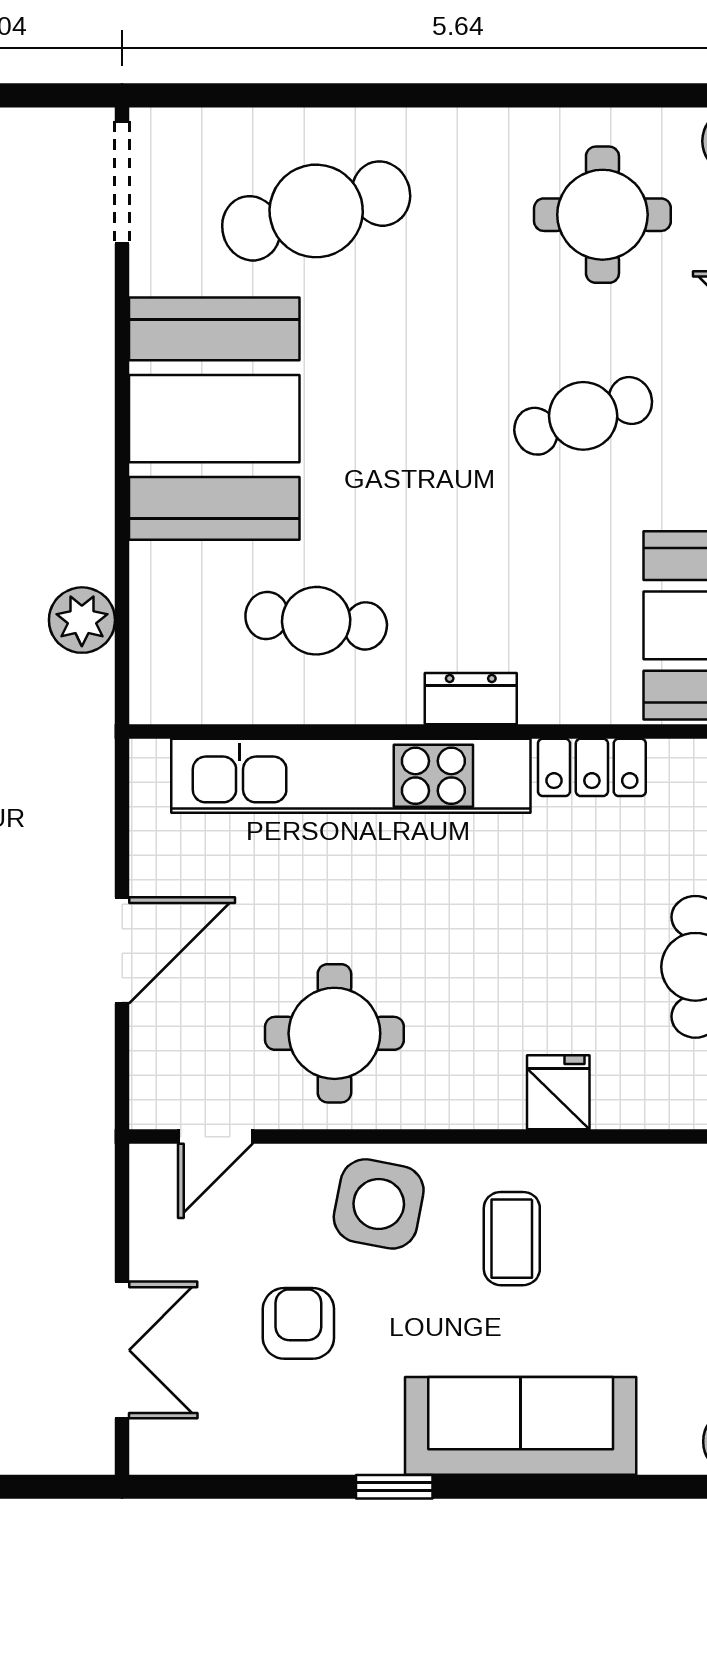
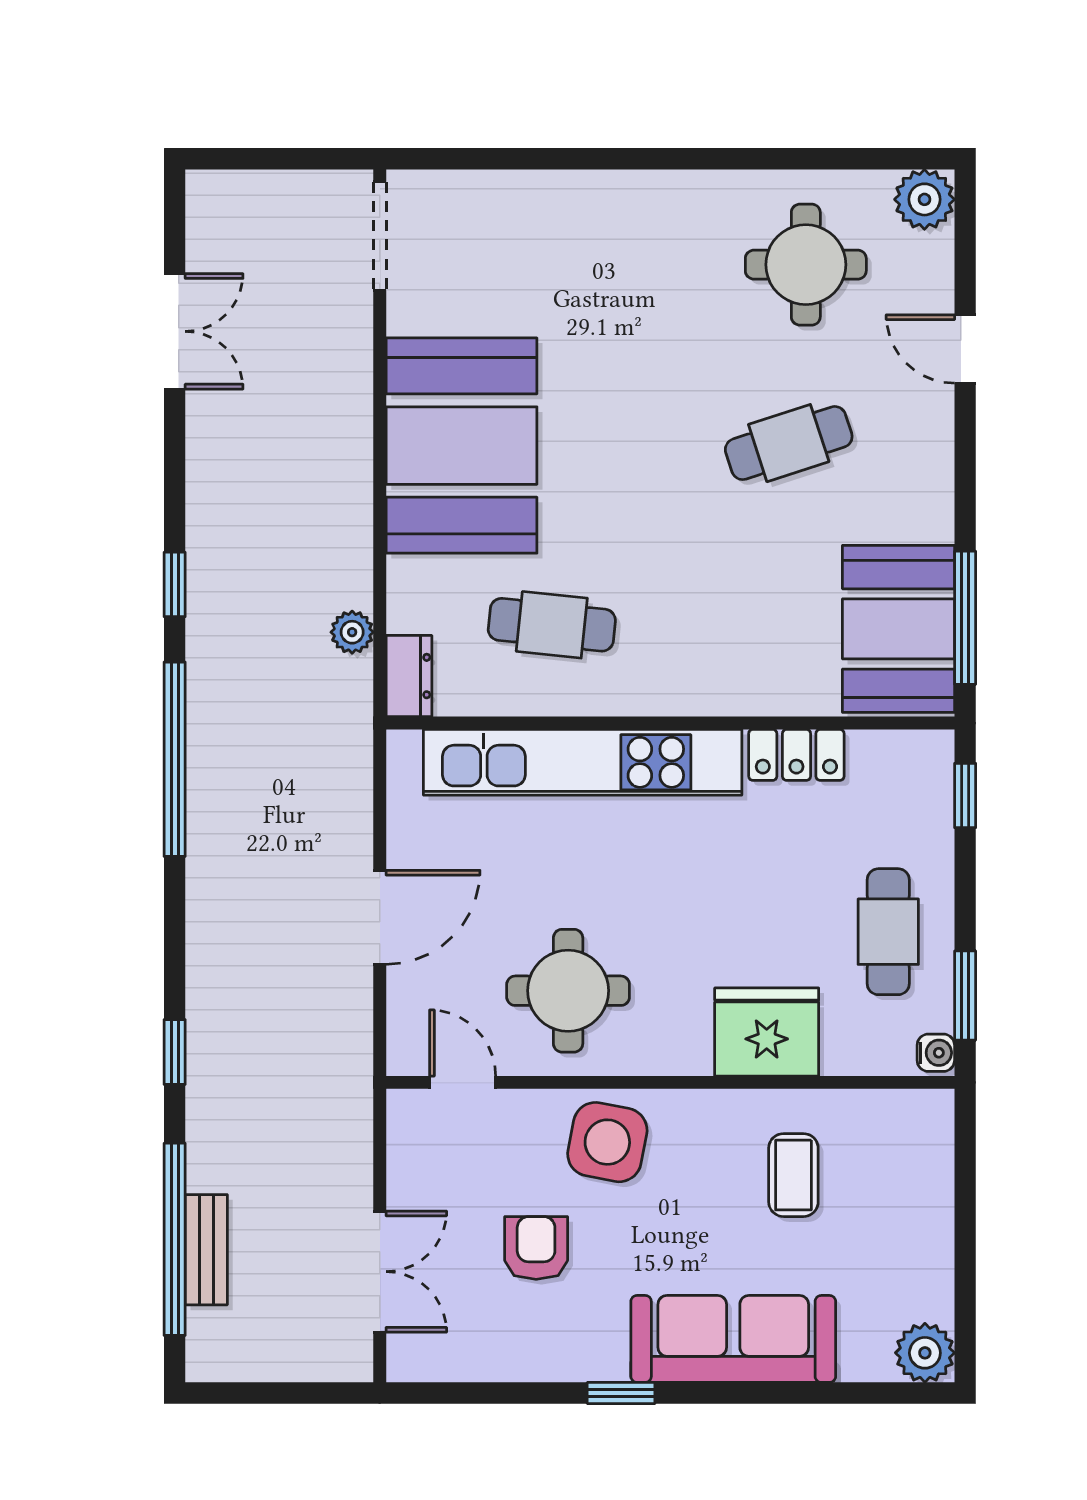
cafe table: (316, 211) -> (552, 261), removed
plant: (82, 620) -> (352, 632), width x0.73, depth x0.73
dresser: (471, 699) -> (409, 676), moved, turned 90
fridge: (558, 1092) -> (767, 1032), width x1.88, depth x1.34
door: (215, 1137) -> (463, 1082), swing flipped
coffee table: (512, 1239) -> (793, 1175), moved

